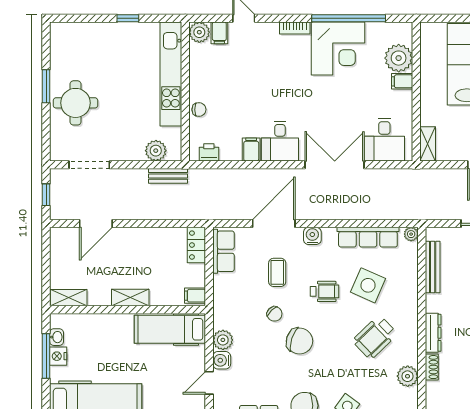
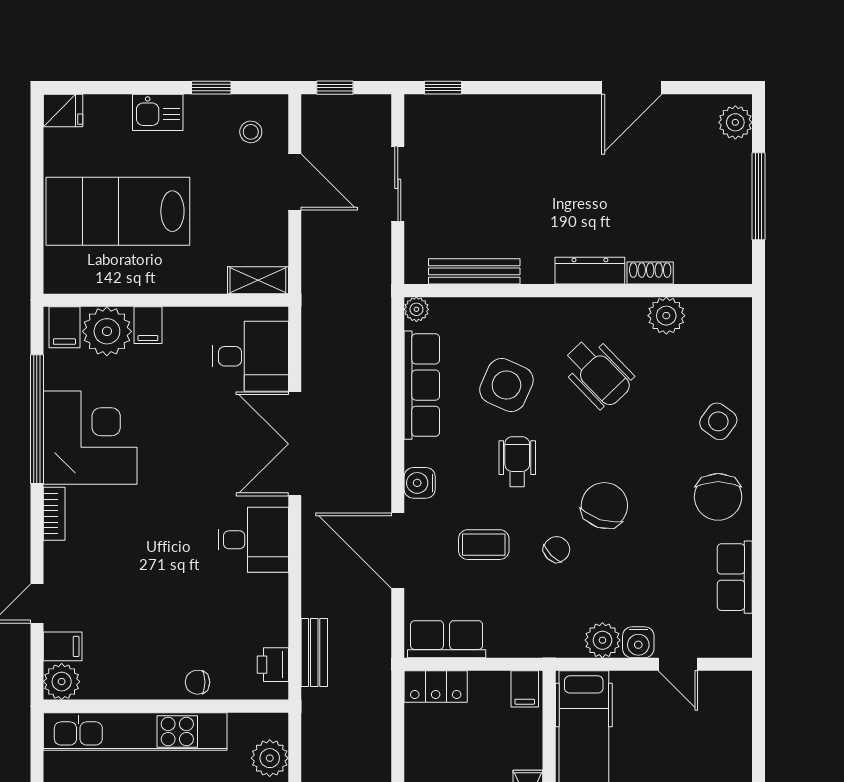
chair: (199, 110) -> (197, 682), turned -90
filing cabinet: (251, 149) -> (64, 327), moved, turned -90
bench: (168, 176) -> (314, 652), moved

